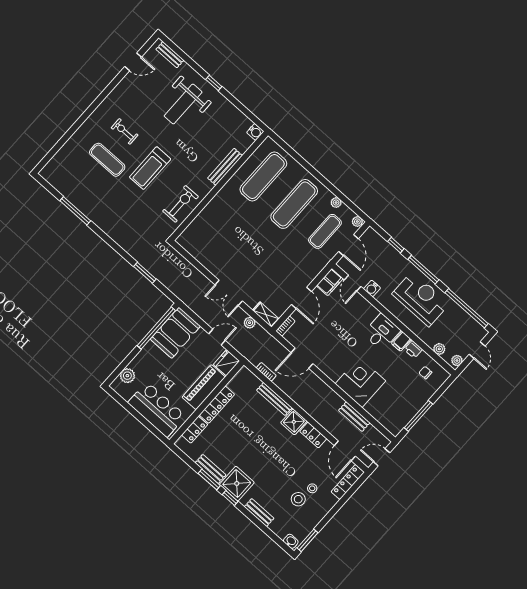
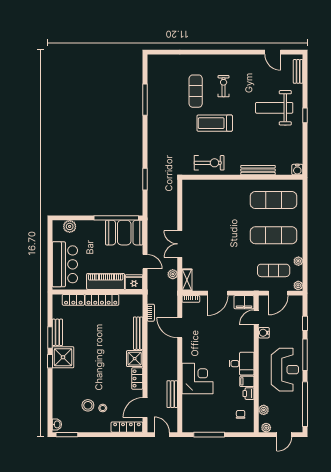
bench: (259, 513) -> (57, 388), removed

